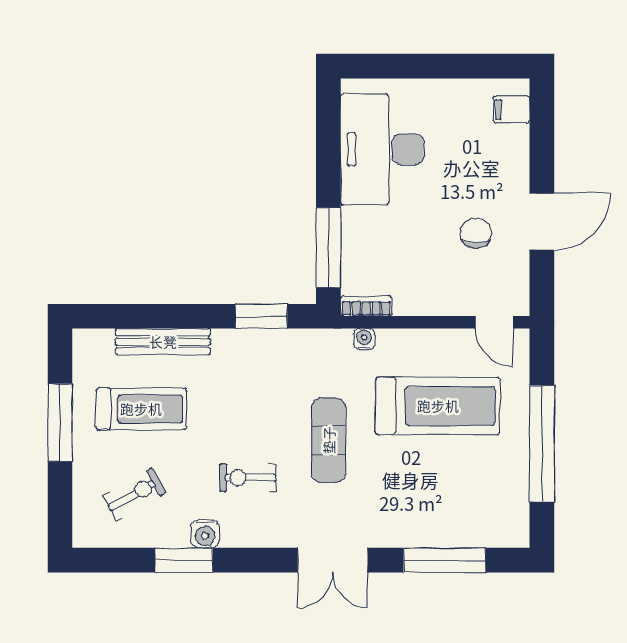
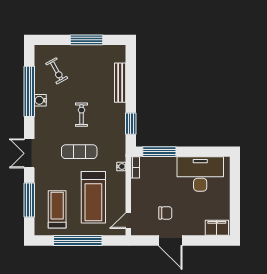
filing cabinet: (511, 109) -> (217, 228), width x2.00
treadmill: (141, 409) -> (57, 209), moved, turned 180
exercise bike: (248, 478) -> (82, 115), moved
window: (184, 560) -> (29, 91), width x2.11

